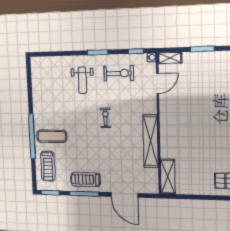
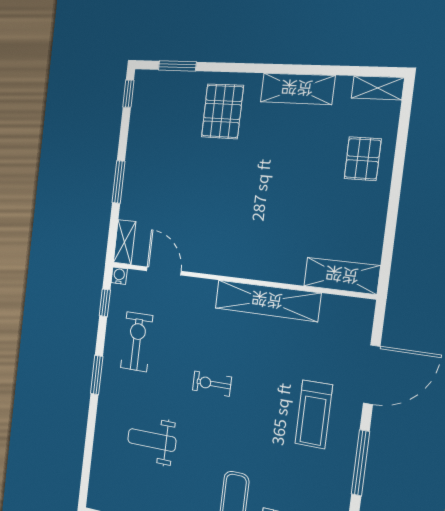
weight bench: (82, 80) -> (152, 440), moved, turned 180
treadmill: (86, 180) -> (314, 414), moved

